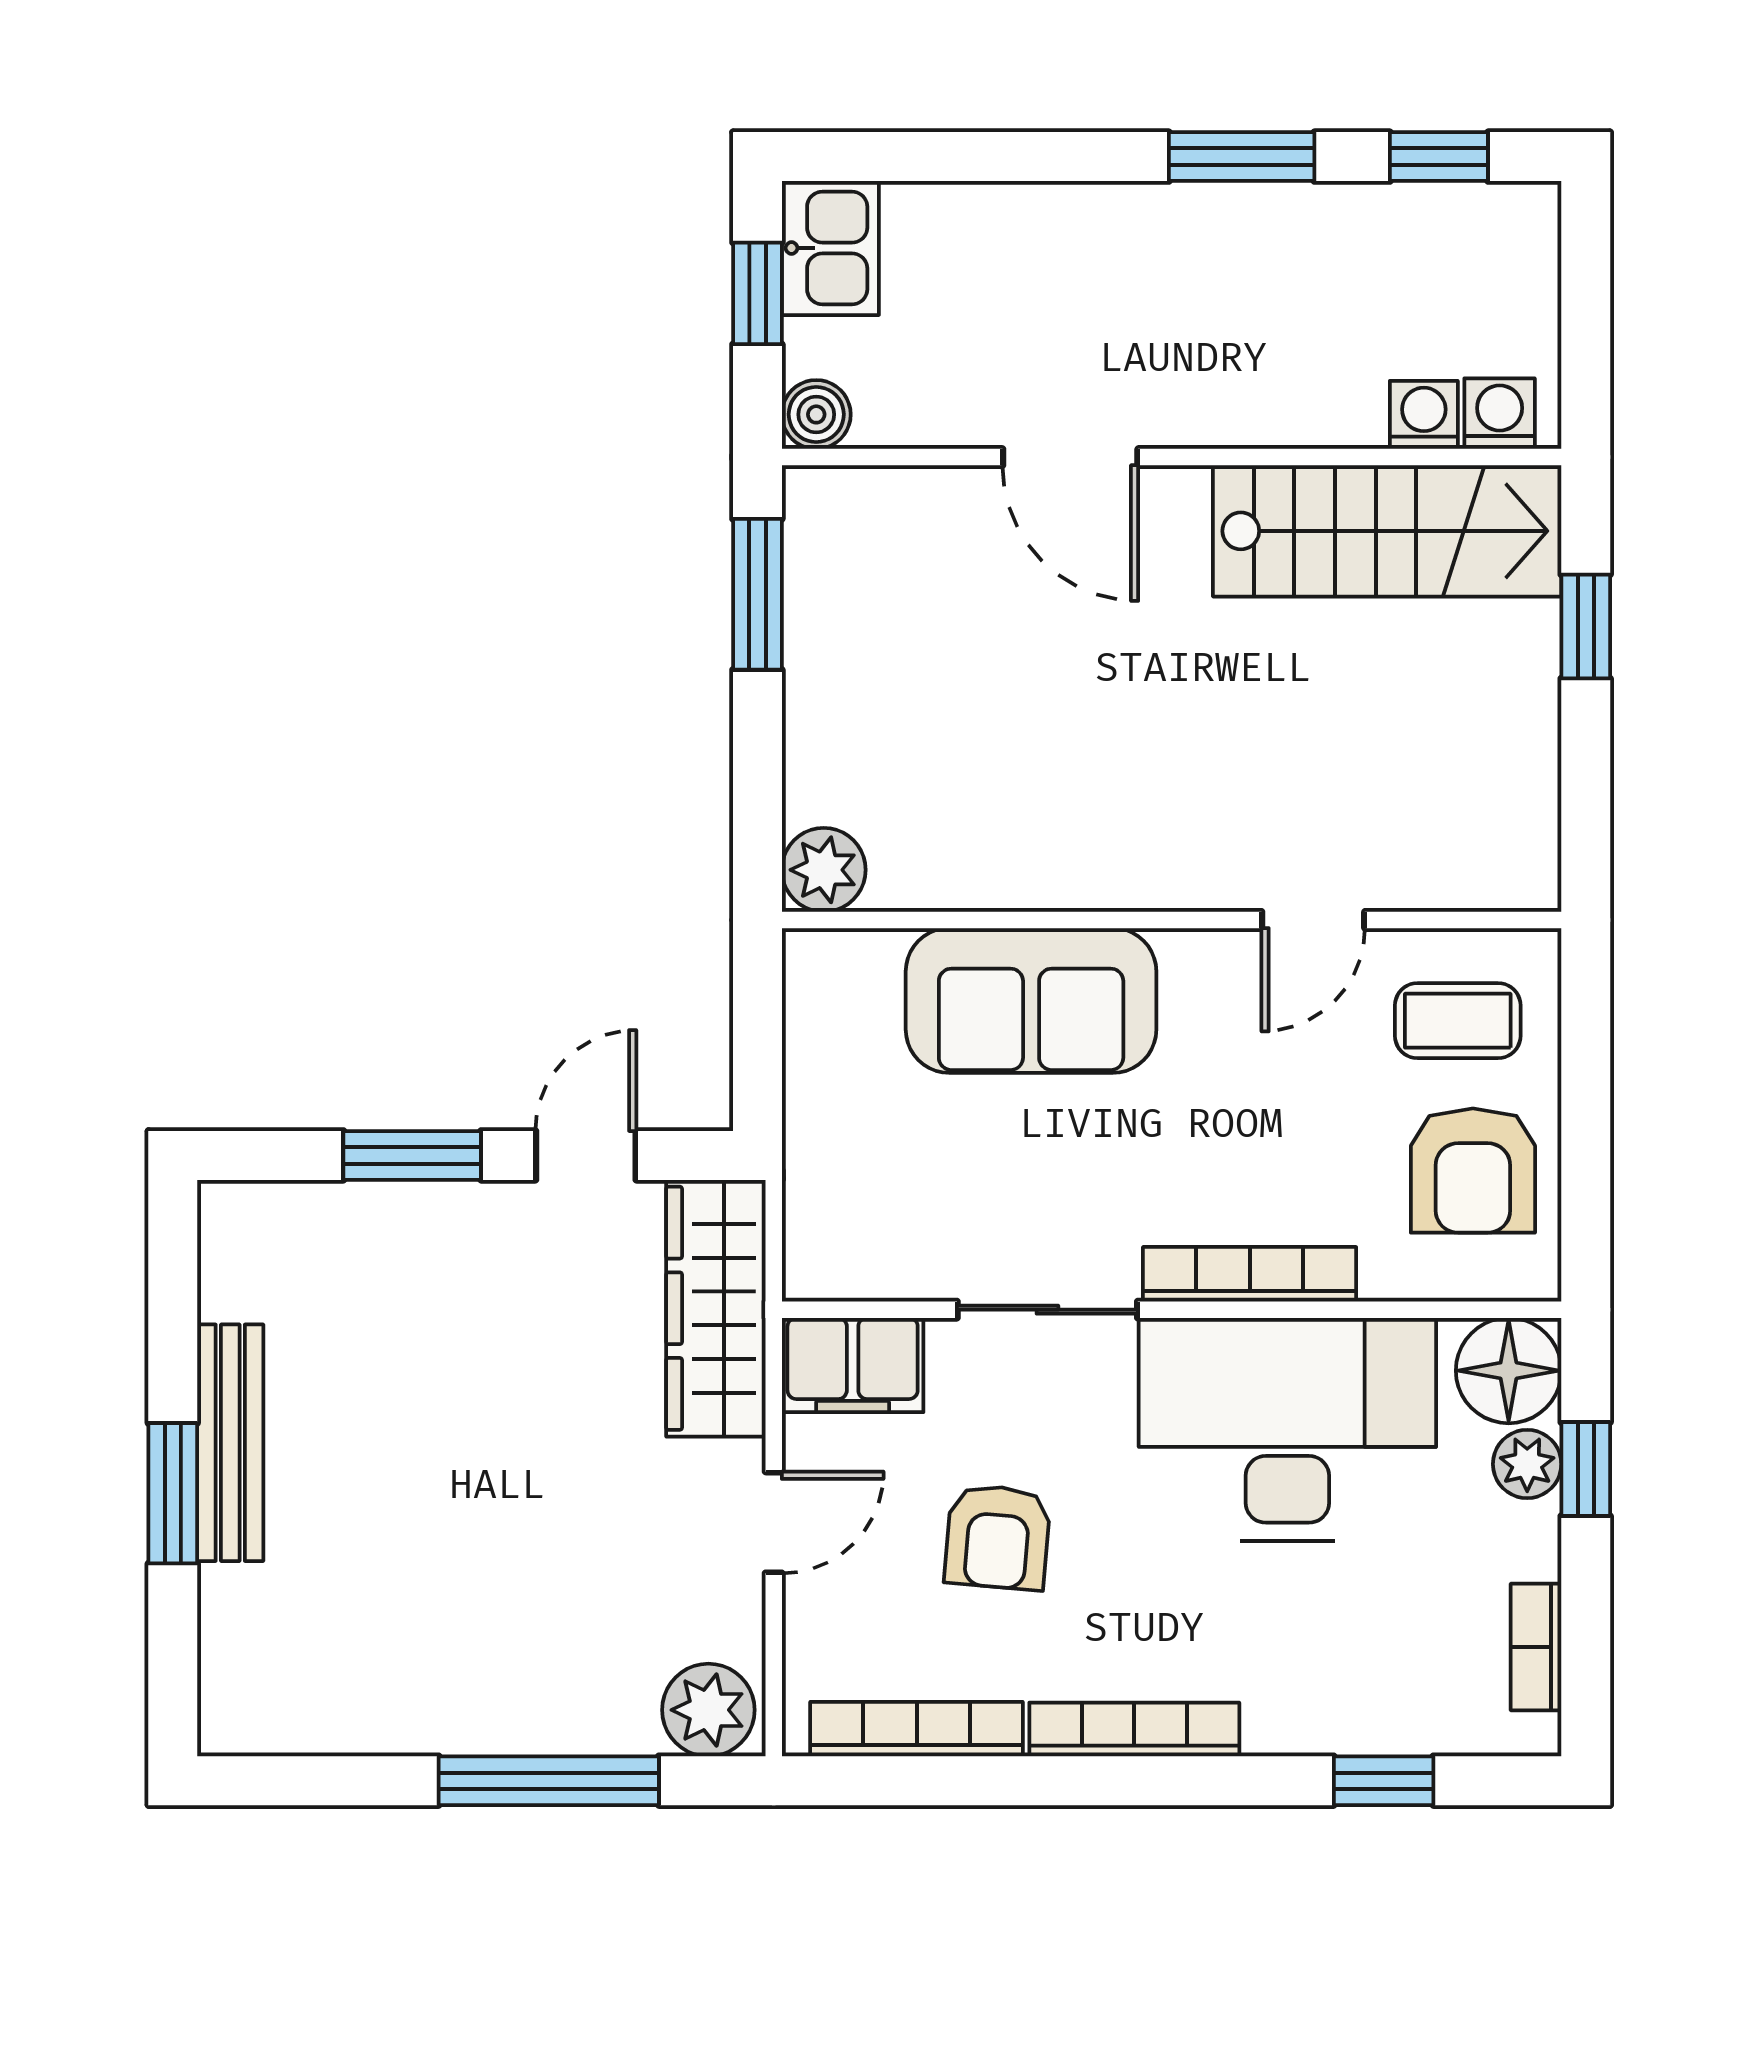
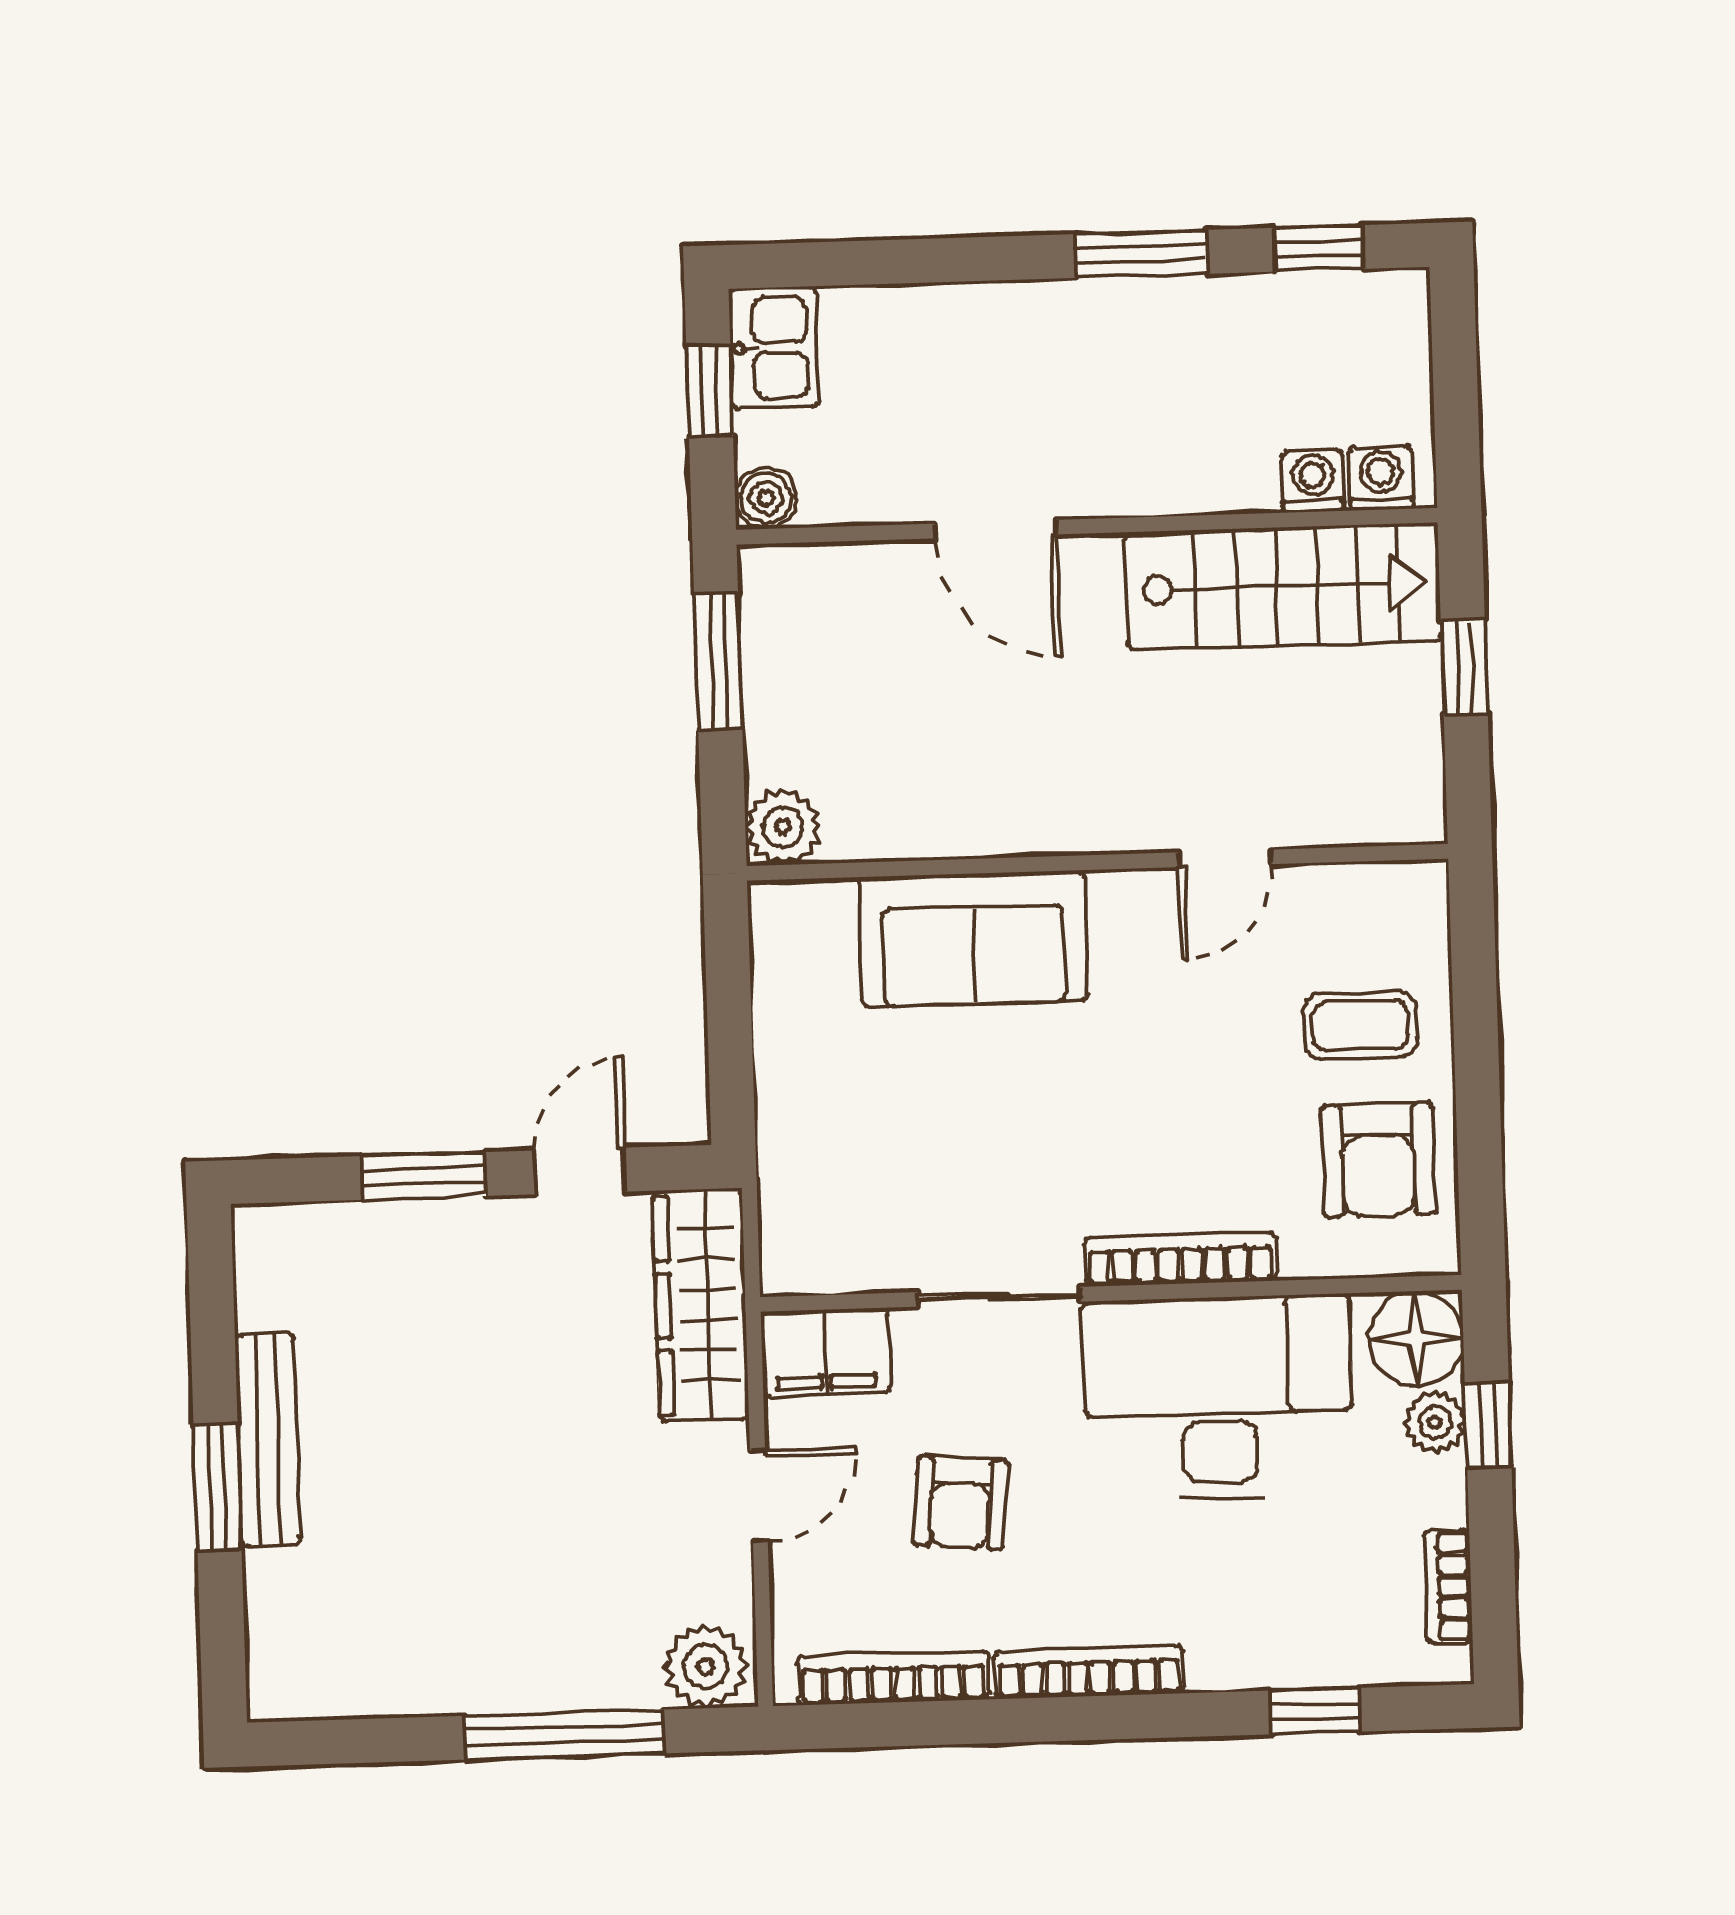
plant: (824, 870) -> (783, 827), moved
wall: (1172, 920) -> (1097, 862), moved
door: (1313, 920) -> (1225, 858), moved
sofa: (1031, 1000) -> (973, 939), moved

